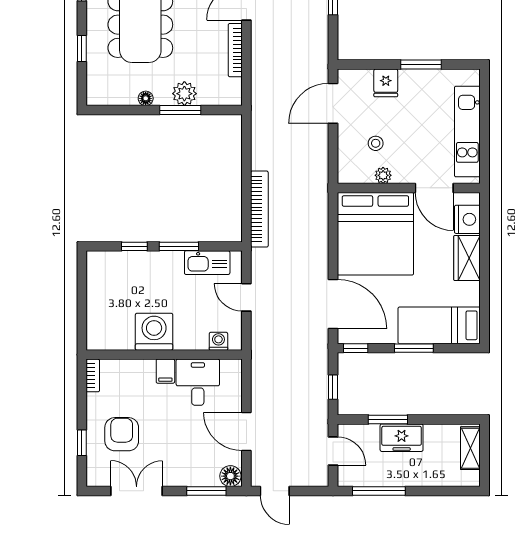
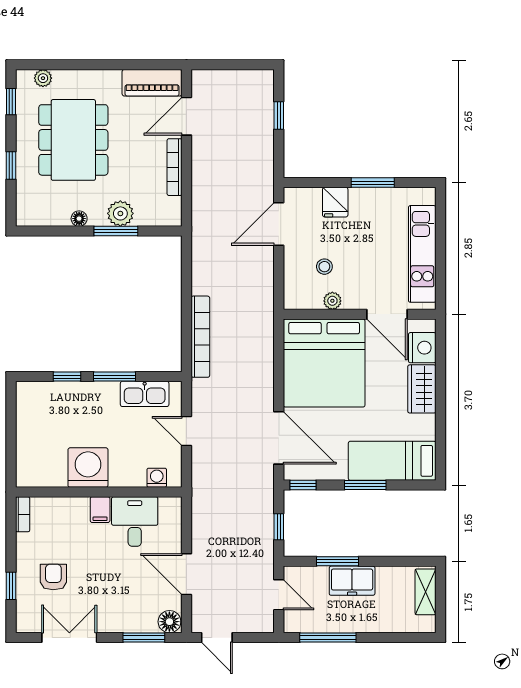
armchair: (122, 434) -> (53, 577), width x0.72, depth x0.72

